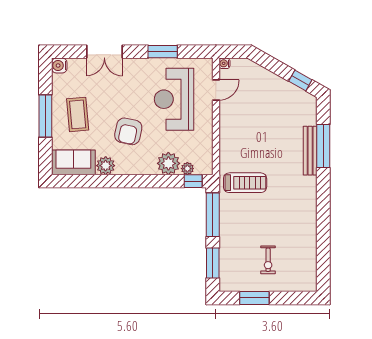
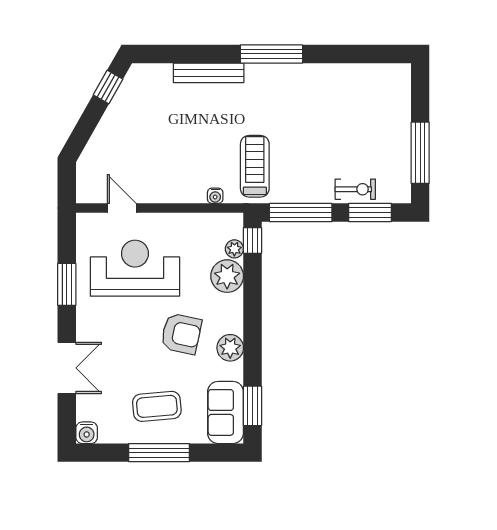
water cooler: (224, 63) -> (215, 196), moved
reception desk: (174, 99) -> (135, 268), turned 180
window: (323, 146) -> (271, 54), moved
plant: (106, 166) -> (230, 348), moved
window: (78, 181) -> (253, 406), added
exercise bike: (268, 260) -> (355, 189), moved
window: (254, 298) -> (420, 153), width x1.44

